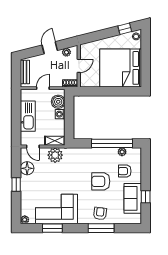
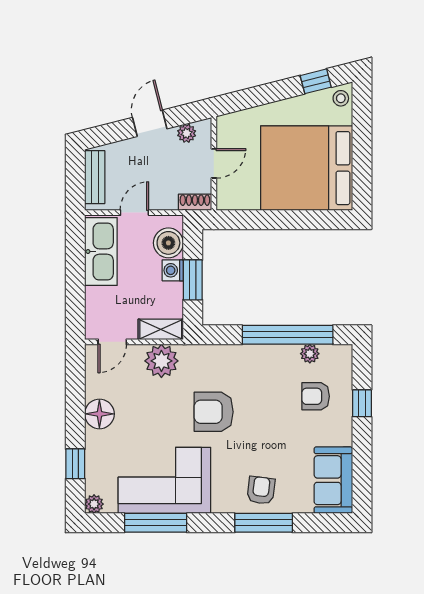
kitchen sink: (28, 116) -> (101, 252), moved
window: (69, 118) -> (193, 280), added
door: (33, 146) -> (112, 342), hinge flipped
floor lamp: (27, 168) -> (99, 414), moved
armchair: (101, 181) -> (214, 412), moved
window: (16, 185) -> (75, 464), moved
window: (146, 197) -> (362, 403), moved
sofa: (133, 198) -> (333, 480), moved
window: (52, 228) -> (156, 523), width x1.44

